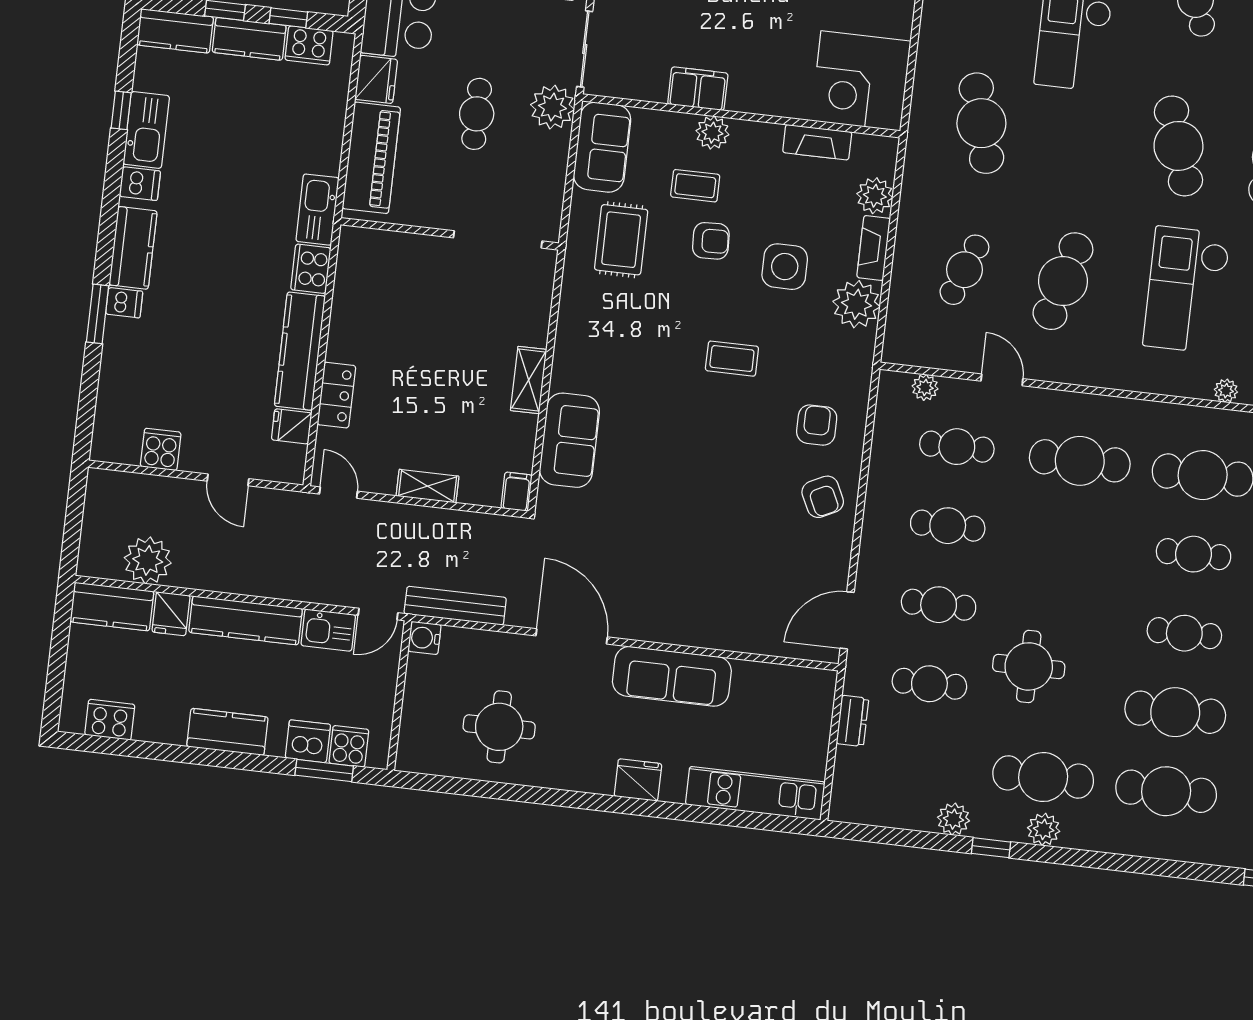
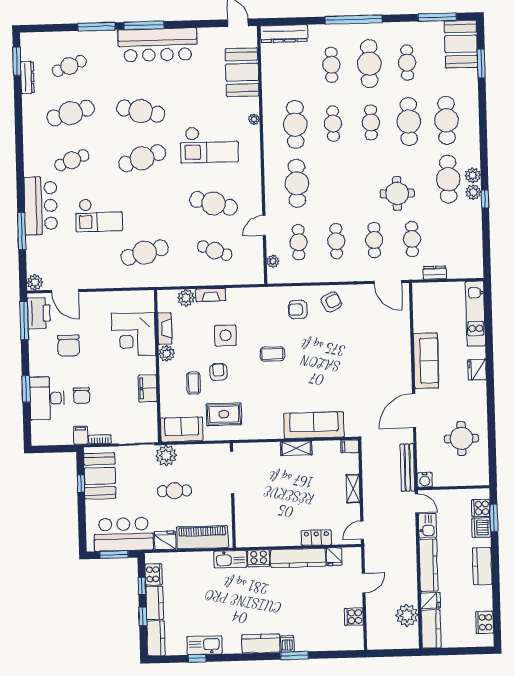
corner desk: (861, 81) -> (134, 334), moved, turned 90
plant: (712, 133) -> (167, 354), moved
dishwasher: (140, 184) -> (230, 645), removed
plant: (856, 304) -> (238, 299), removed
coffee table: (732, 359) -> (272, 354), turned 90
sofa: (569, 440) -> (314, 425), width x1.36
plant: (954, 819) -> (473, 192), moved

